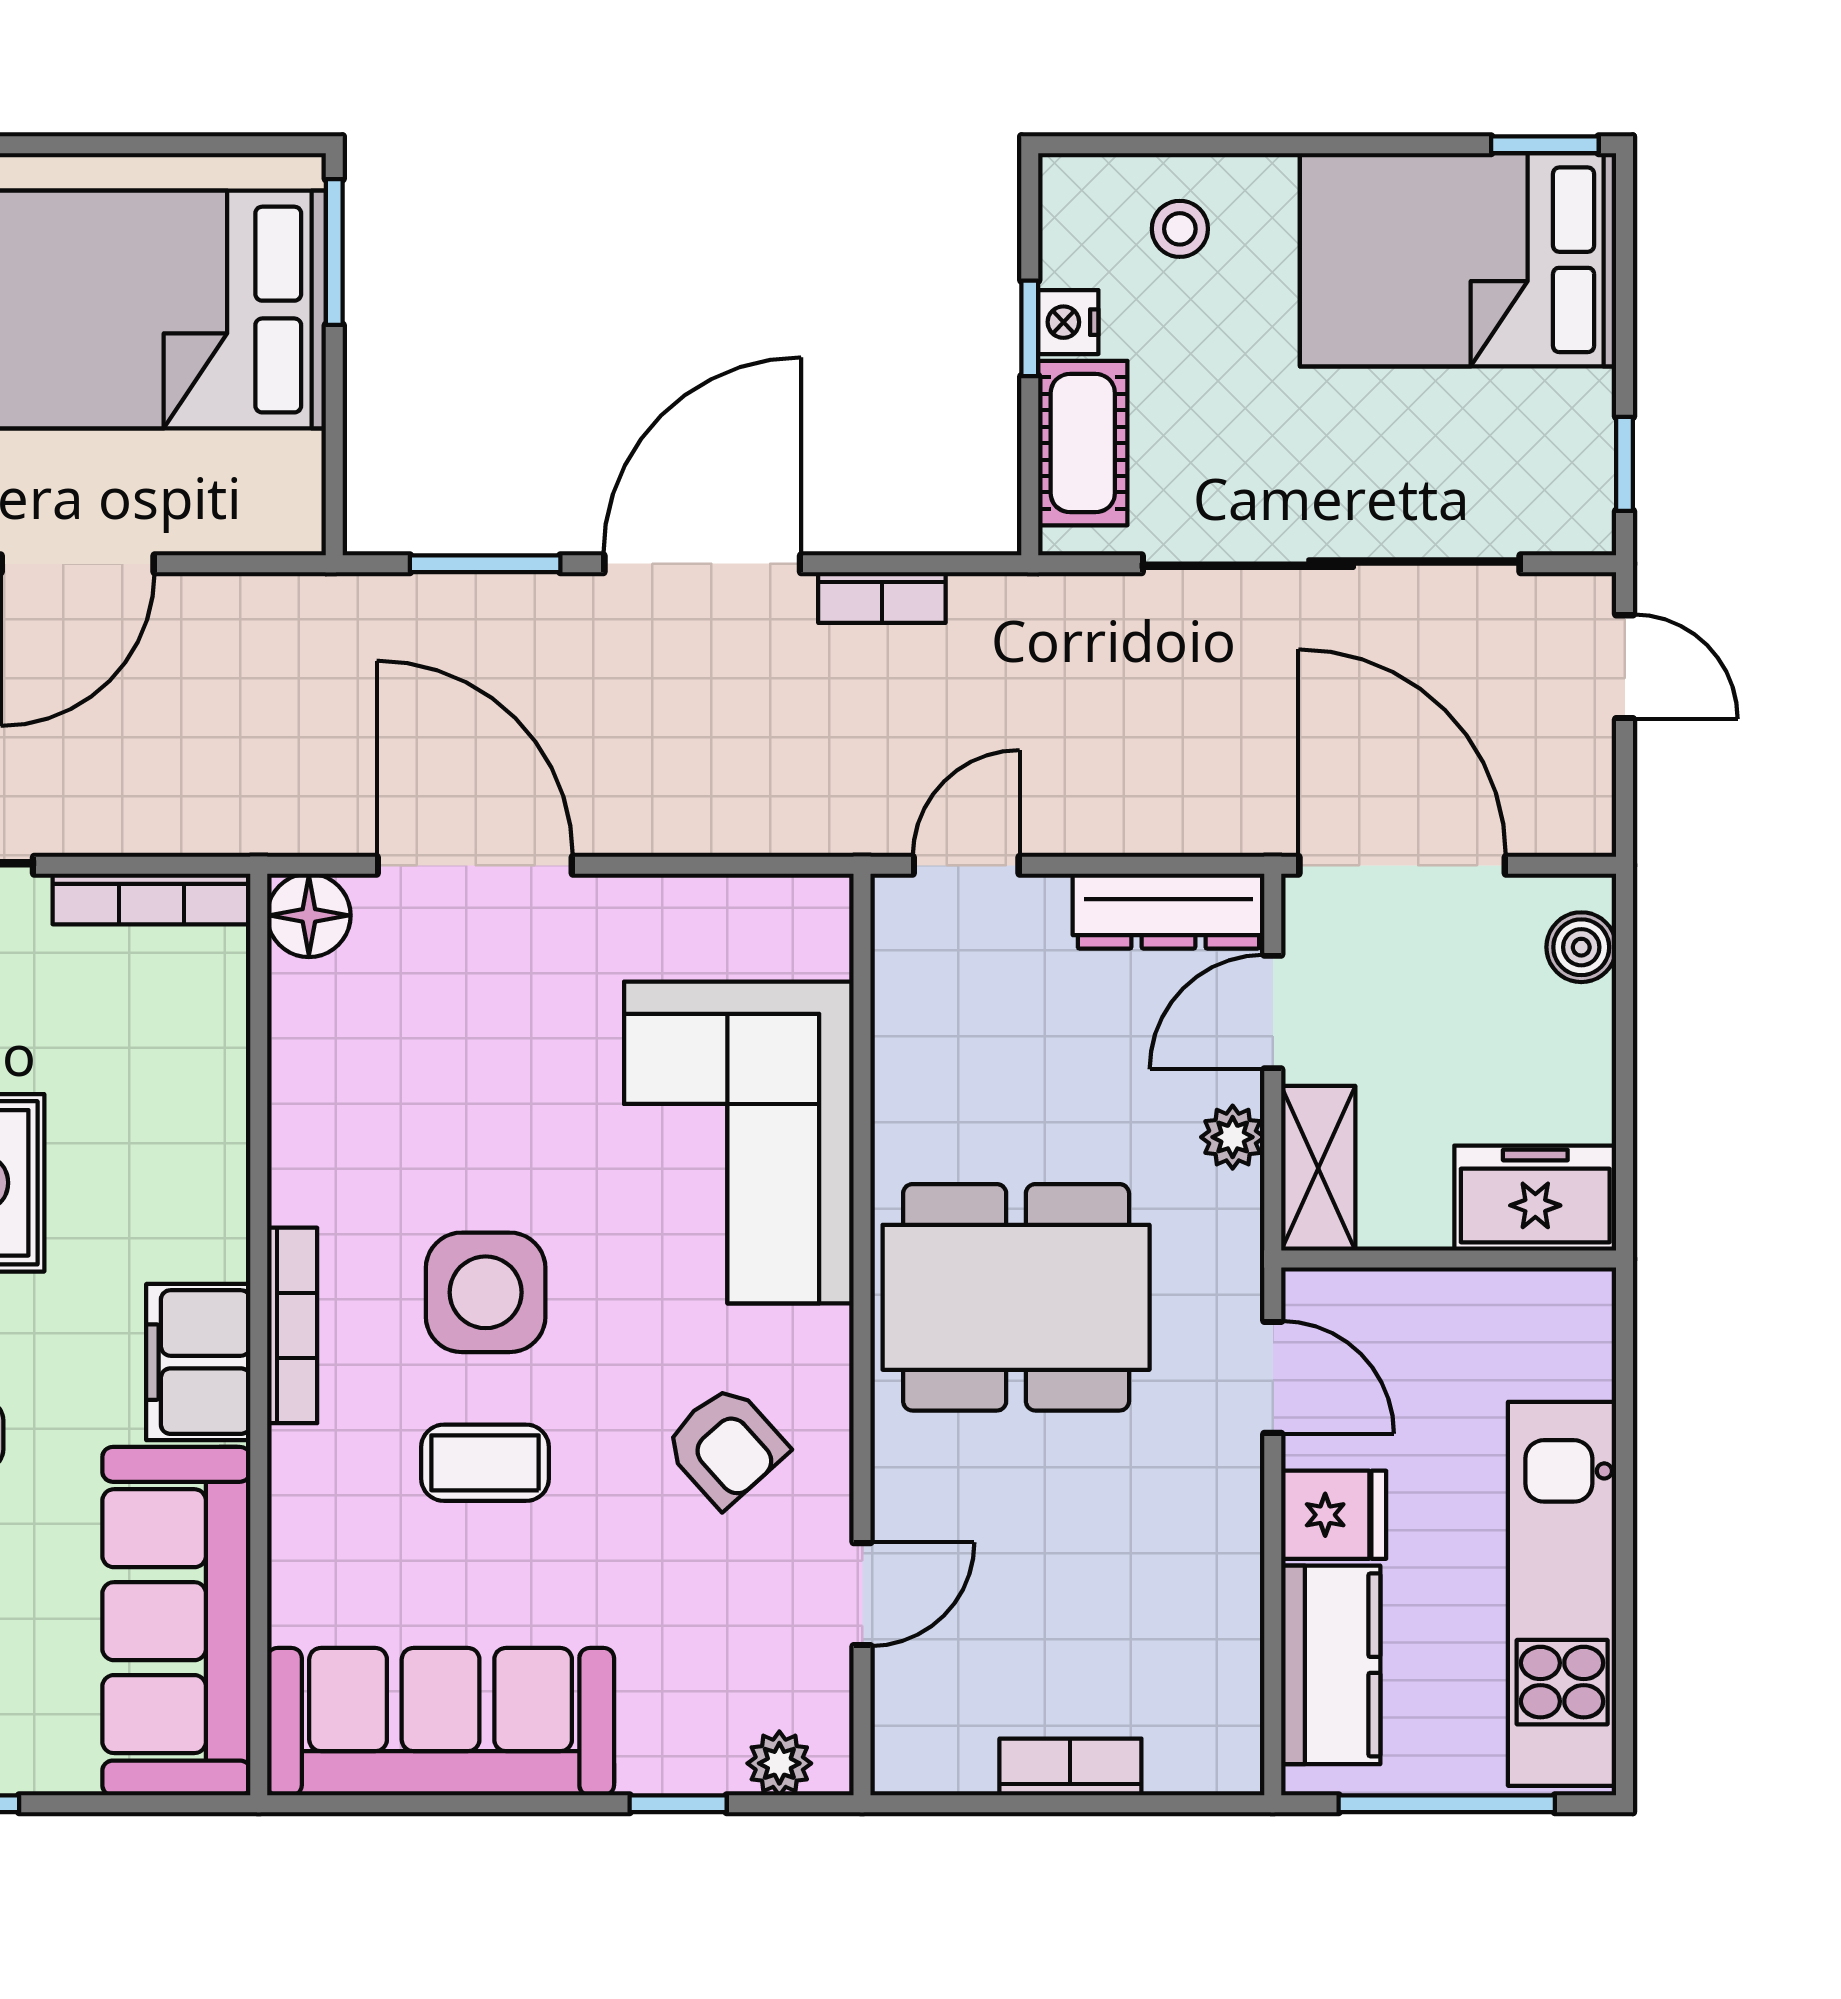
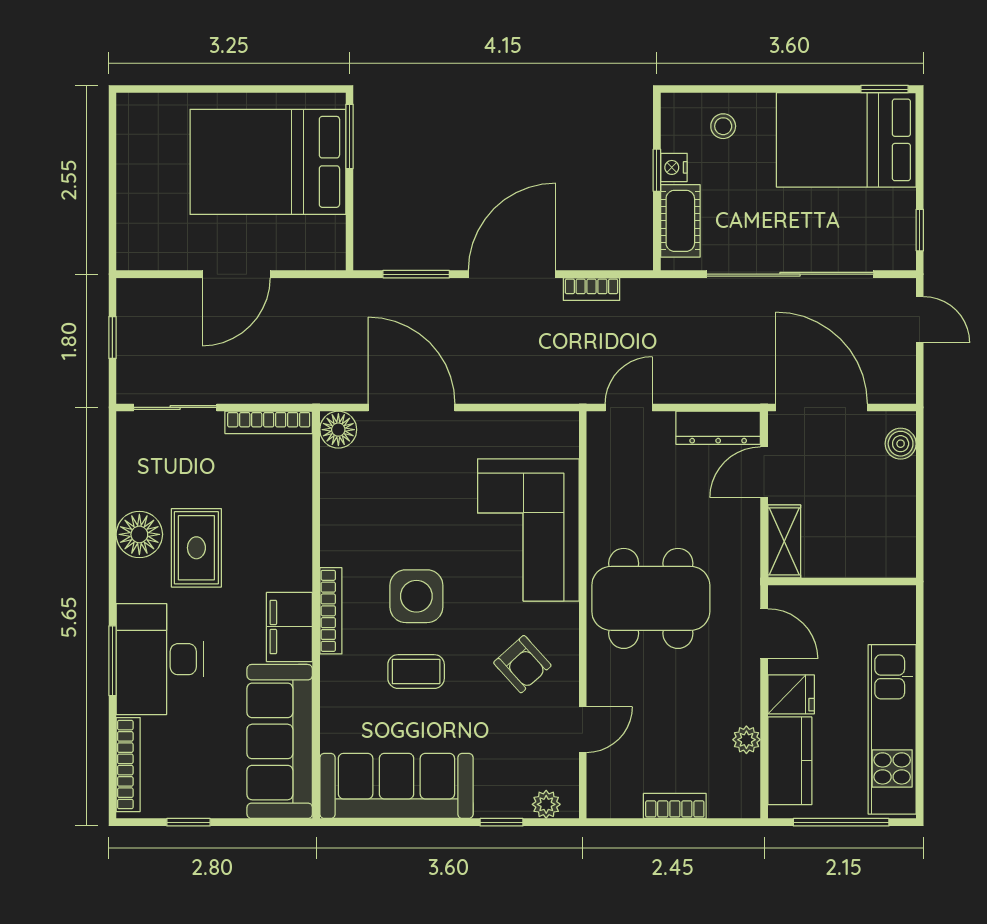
plant: (1233, 1137) -> (746, 740), moved
freezer: (1535, 1198) -> (880, 555), removed

